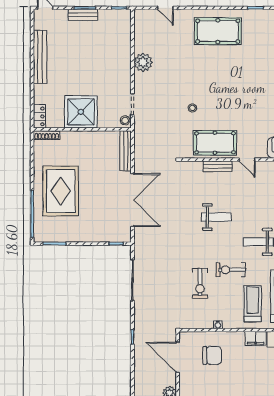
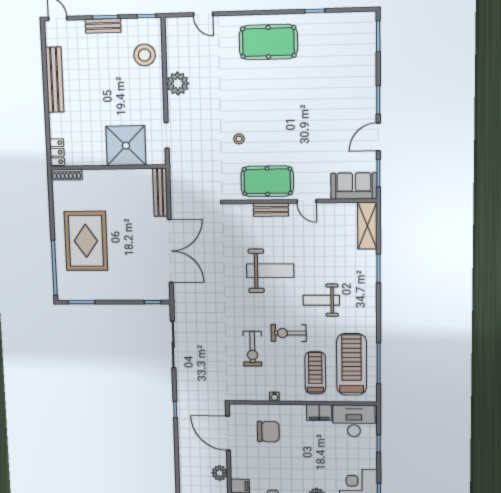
shower: (81, 112) -> (126, 146), moved
stool: (125, 120) -> (145, 55), moved, width x1.89, depth x1.89
weight bench: (216, 217) -> (270, 271), width x1.36, depth x1.33

